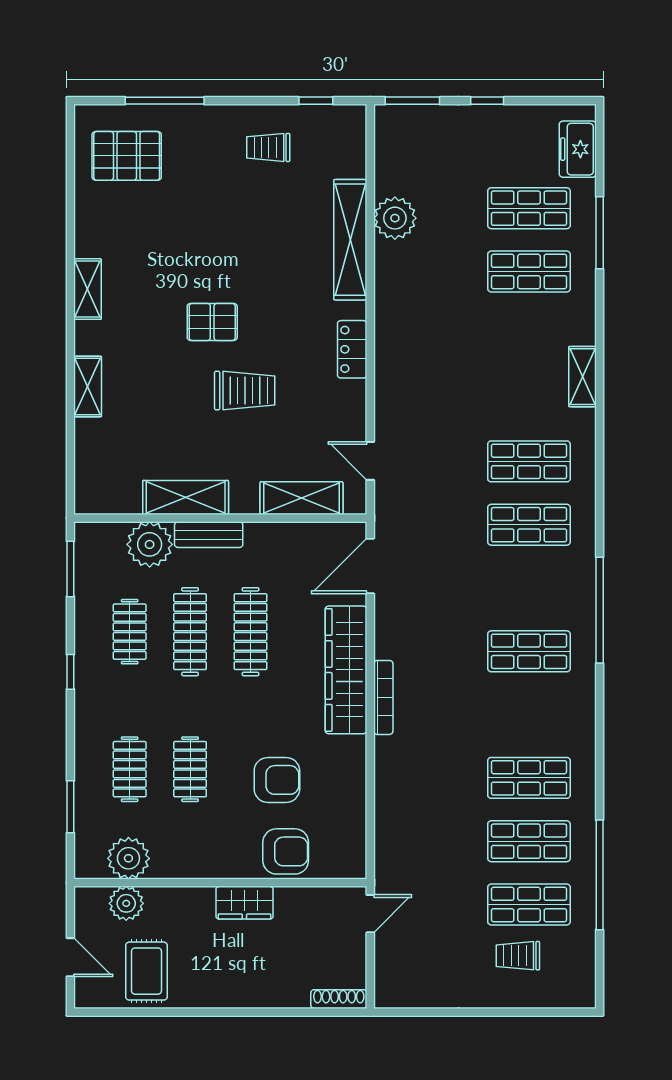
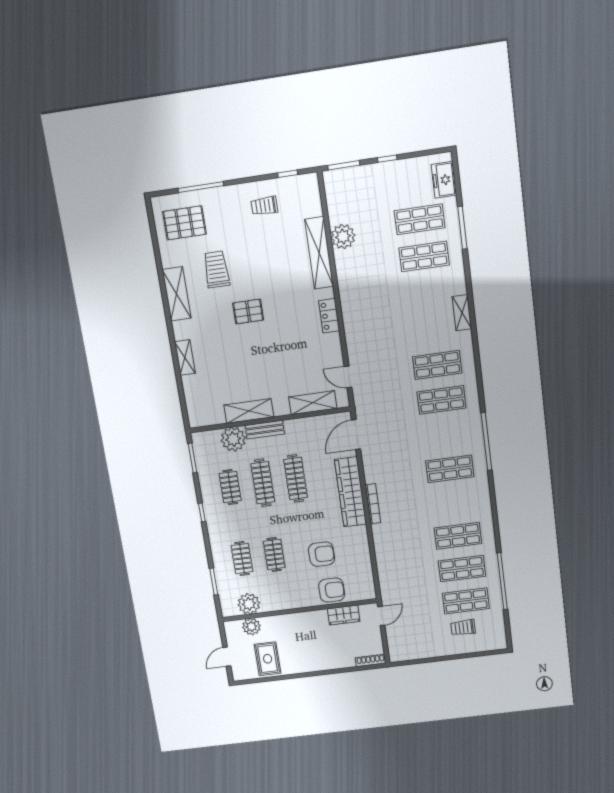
shelving: (88, 289) -> (177, 294), width x1.50, depth x1.33
trolley: (245, 390) -> (216, 269), moved, turned -90
wardrobe: (244, 903) -> (344, 615), moved
door: (70, 957) -> (227, 657), swing flipped

